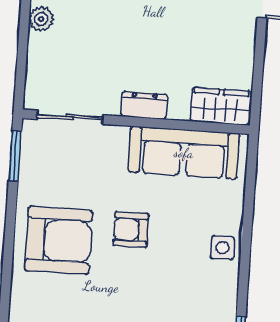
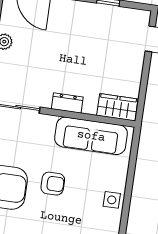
armchair: (131, 230) -> (53, 184), turned 180

